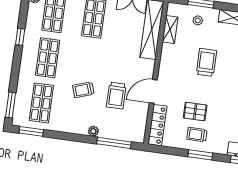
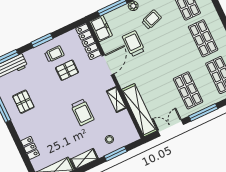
shelving: (170, 30) -> (116, 100), moved
trolley: (83, 90) -> (151, 19), moved
freezer: (137, 130) -> (101, 28), added

